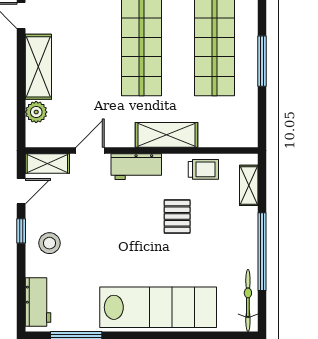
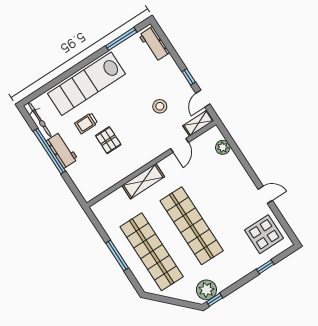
shelving: (38, 67) -> (238, 173), removed
workbench: (136, 167) -> (62, 150), moved, turned 90
trolley: (203, 169) -> (86, 123), moved
shelving: (249, 185) -> (80, 183), removed
stool: (49, 243) -> (160, 106), moved

